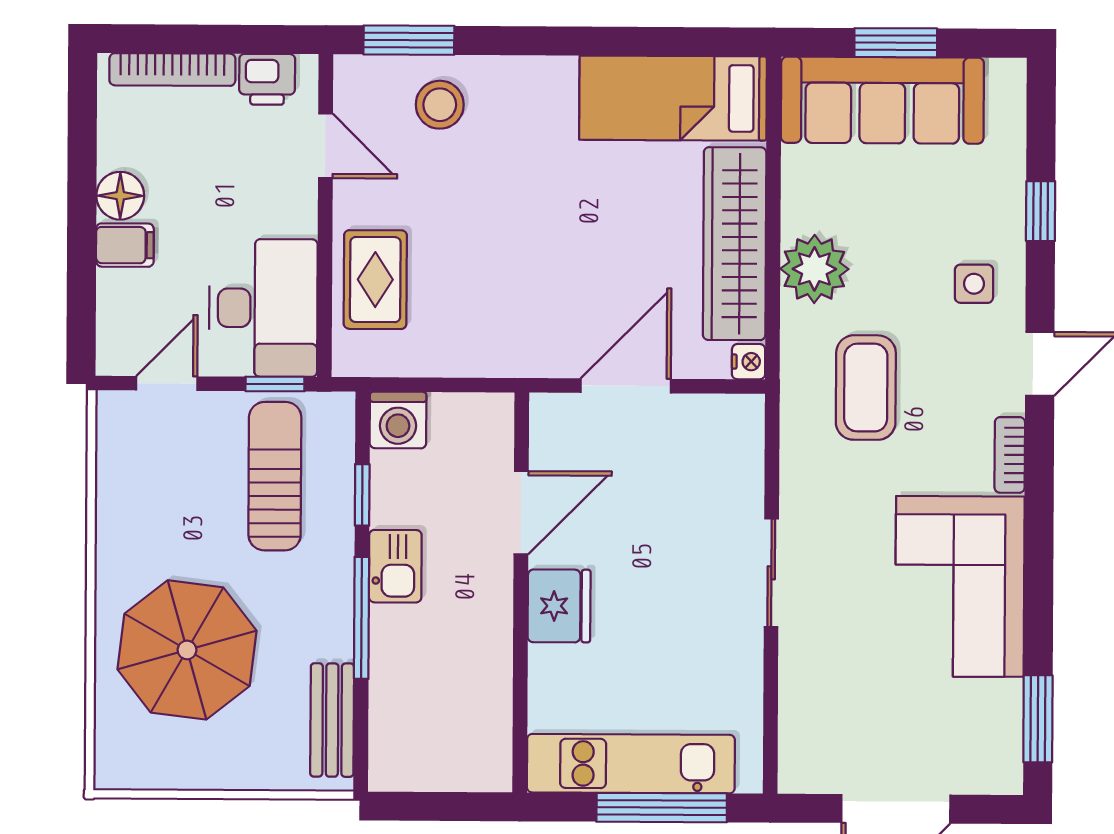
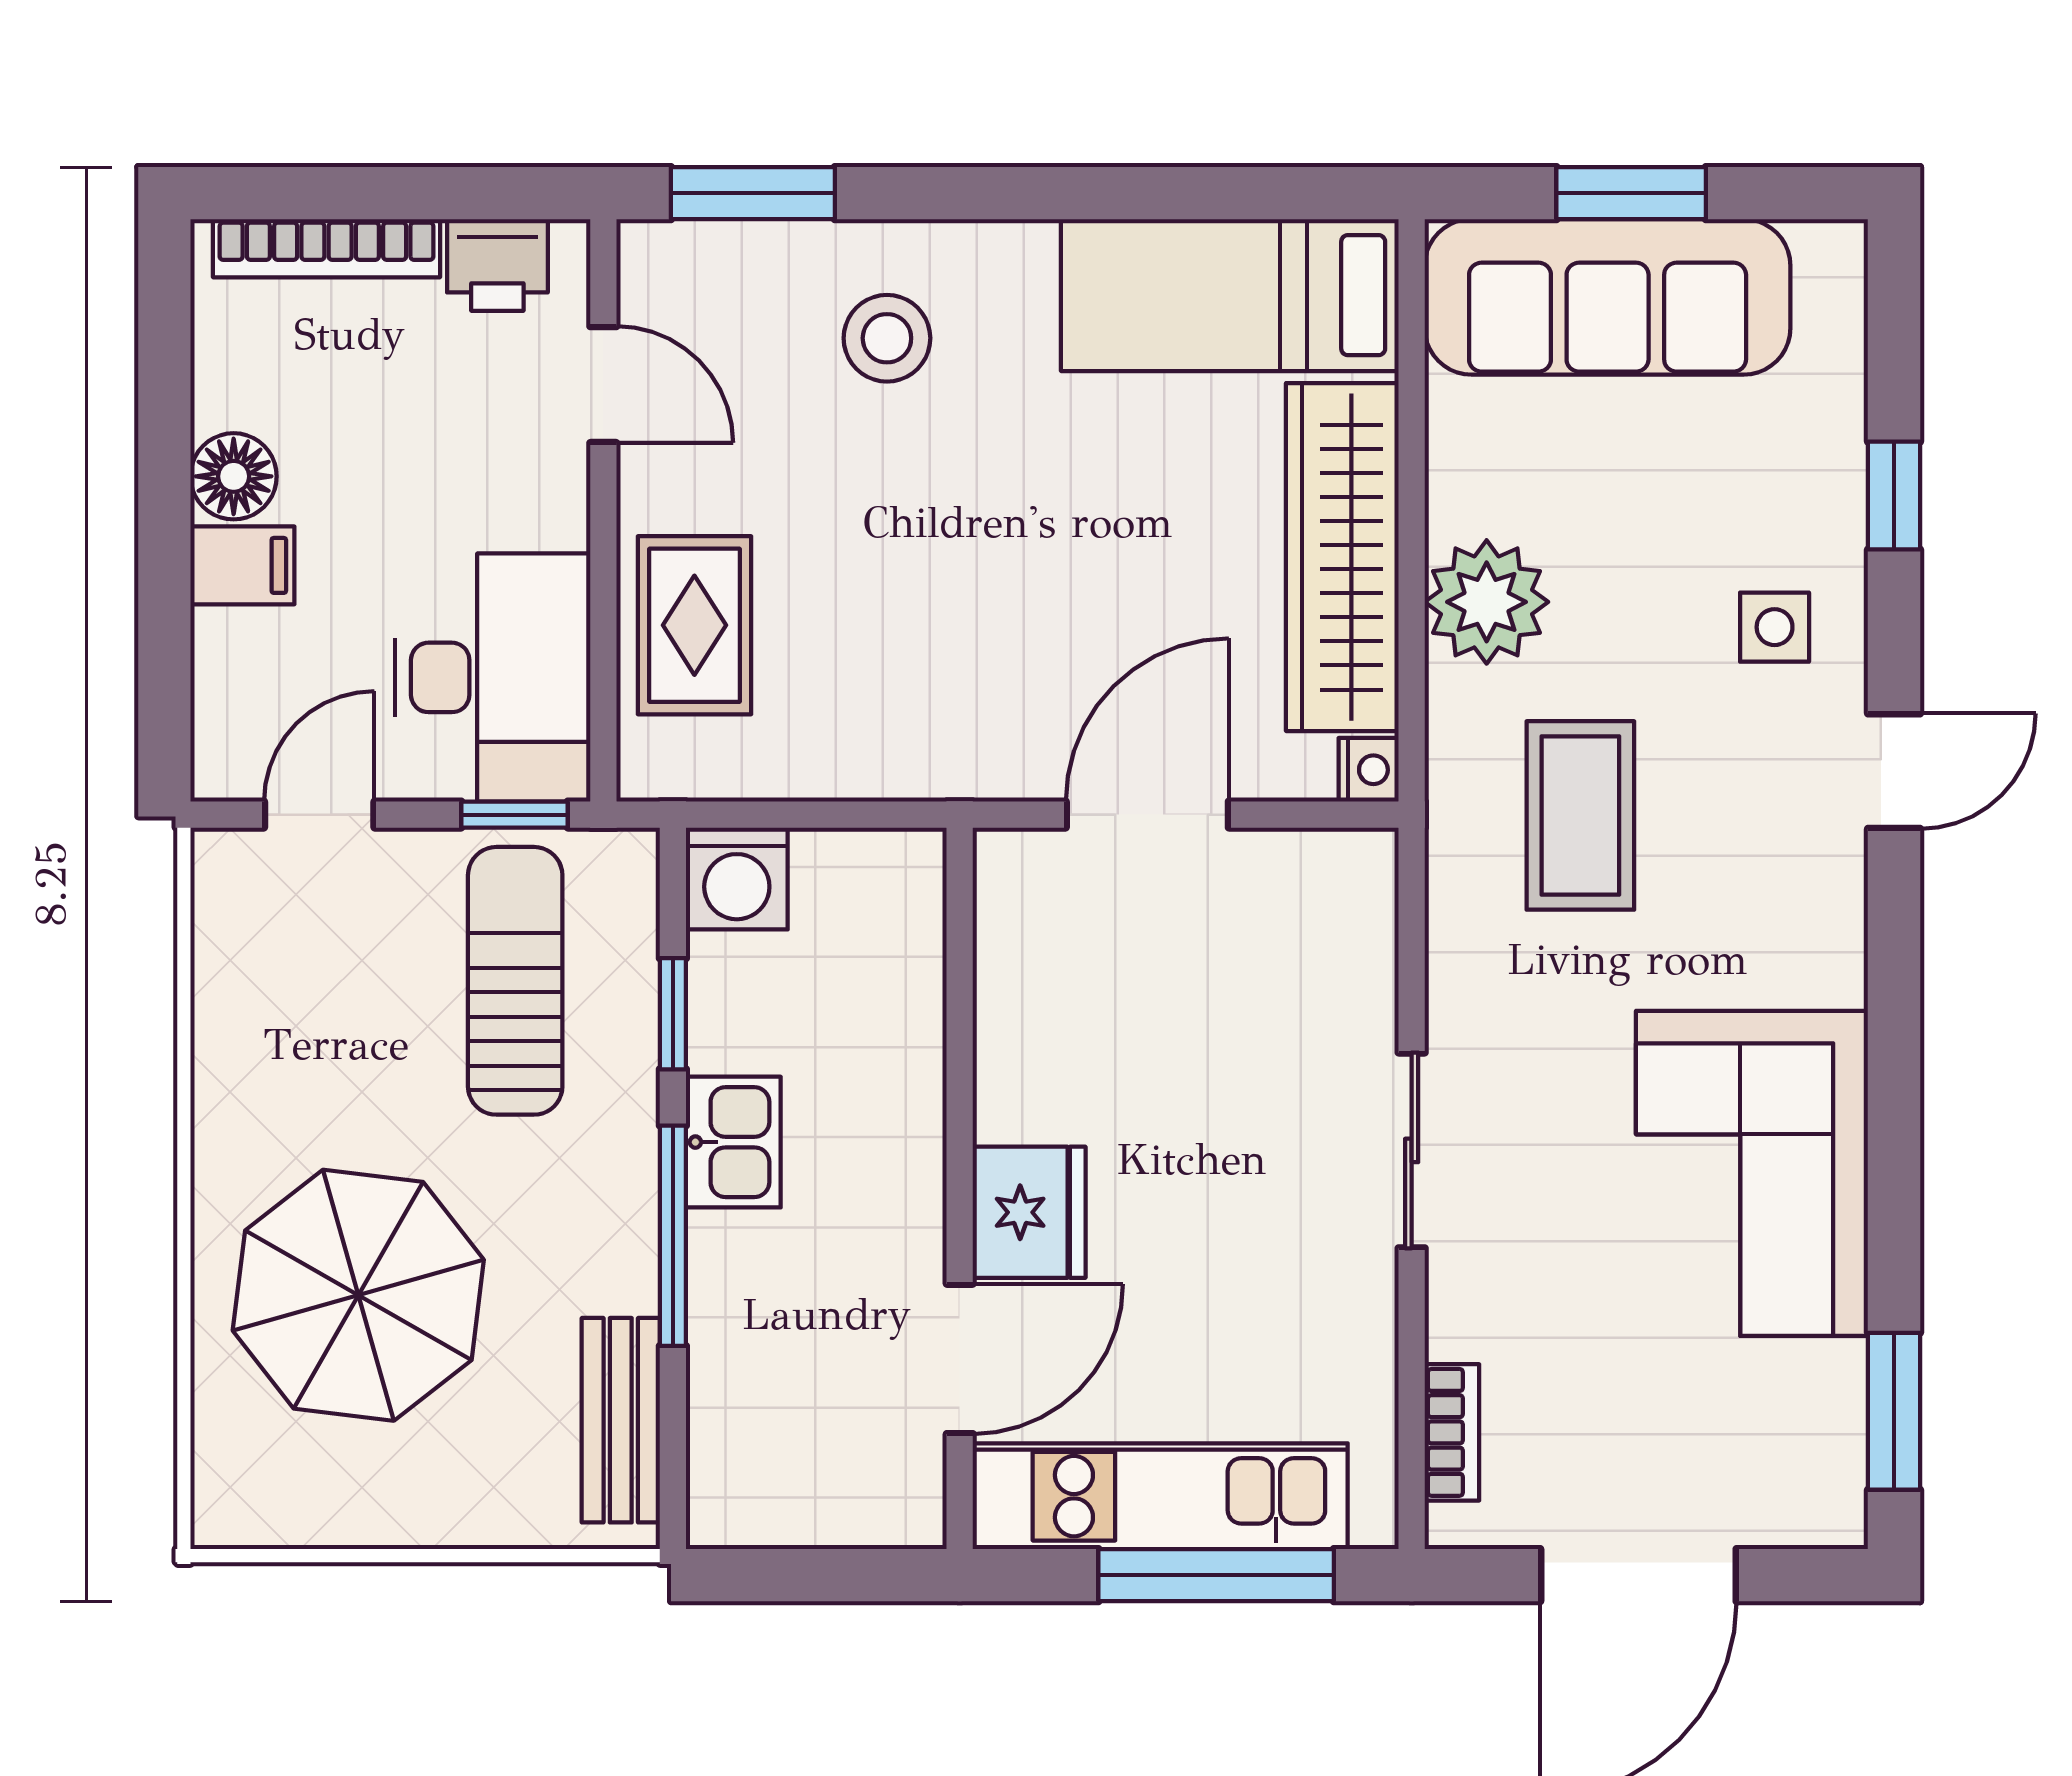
stool: (440, 105) -> (887, 338), moved
bookcase: (1010, 455) -> (1452, 1432), moved, turned 180
door: (521, 513) -> (960, 1359), moved

